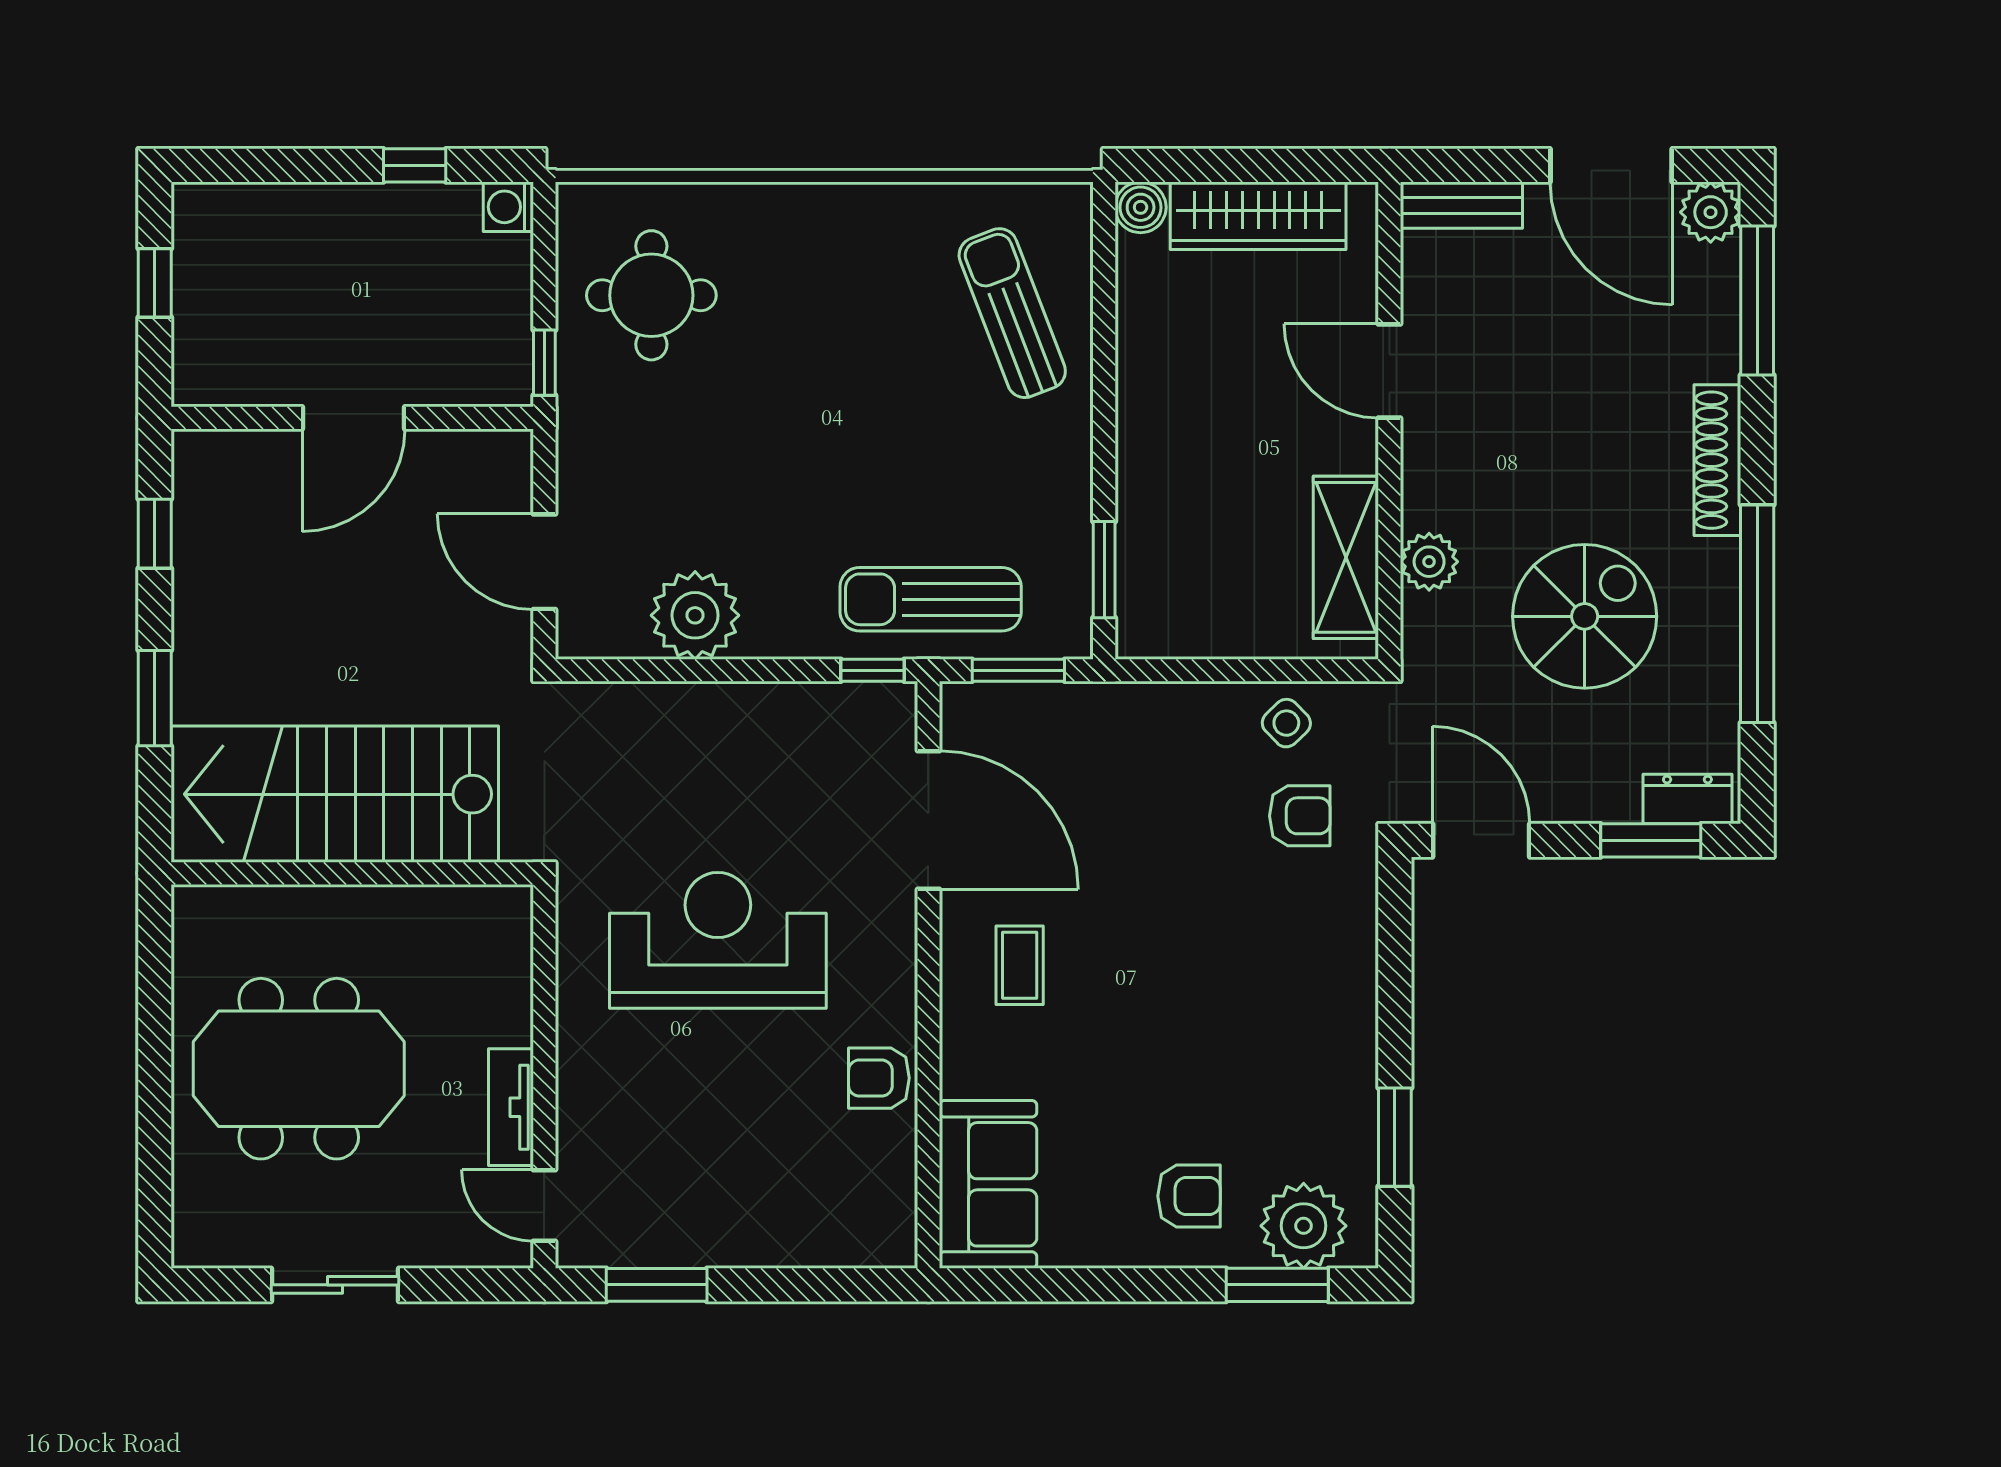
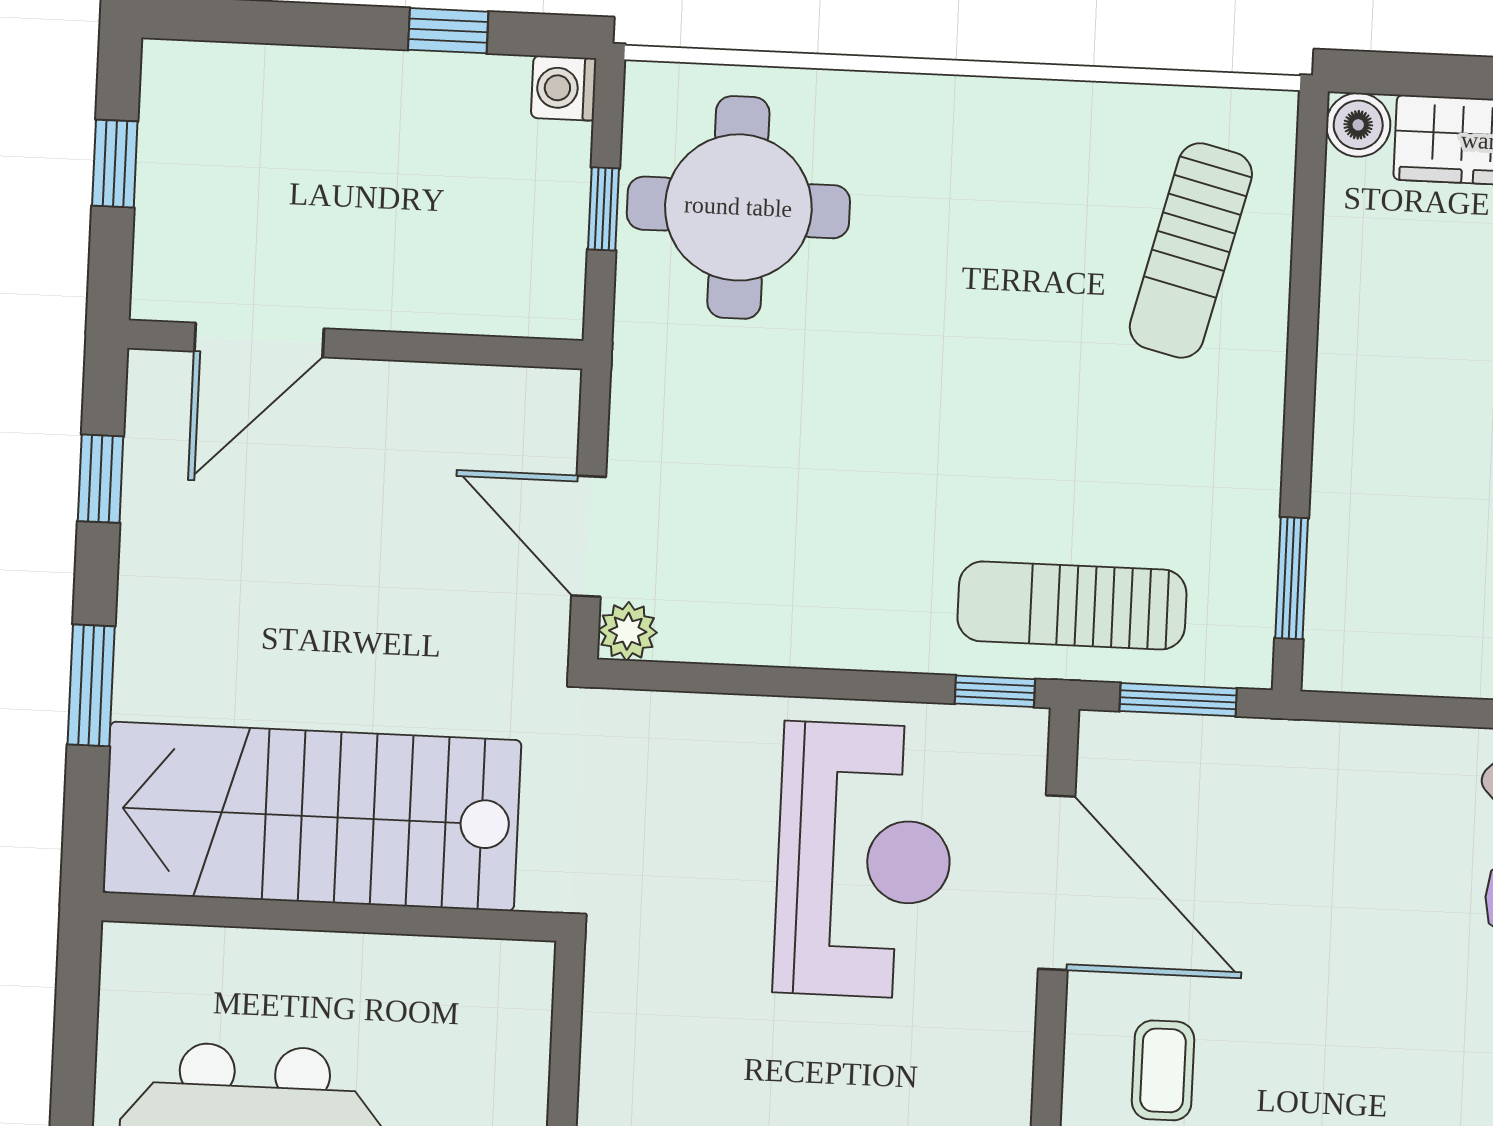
round table: (651, 295) -> (738, 207), width x1.36, depth x1.36
sun lounger: (1012, 313) -> (1191, 250), turned -145
window: (544, 363) -> (603, 209), moved
door: (354, 418) -> (259, 340), moved
plant: (695, 615) -> (628, 631), moved, width x0.53, depth x0.53
reception desk: (718, 940) -> (864, 860), moved, turned 90

